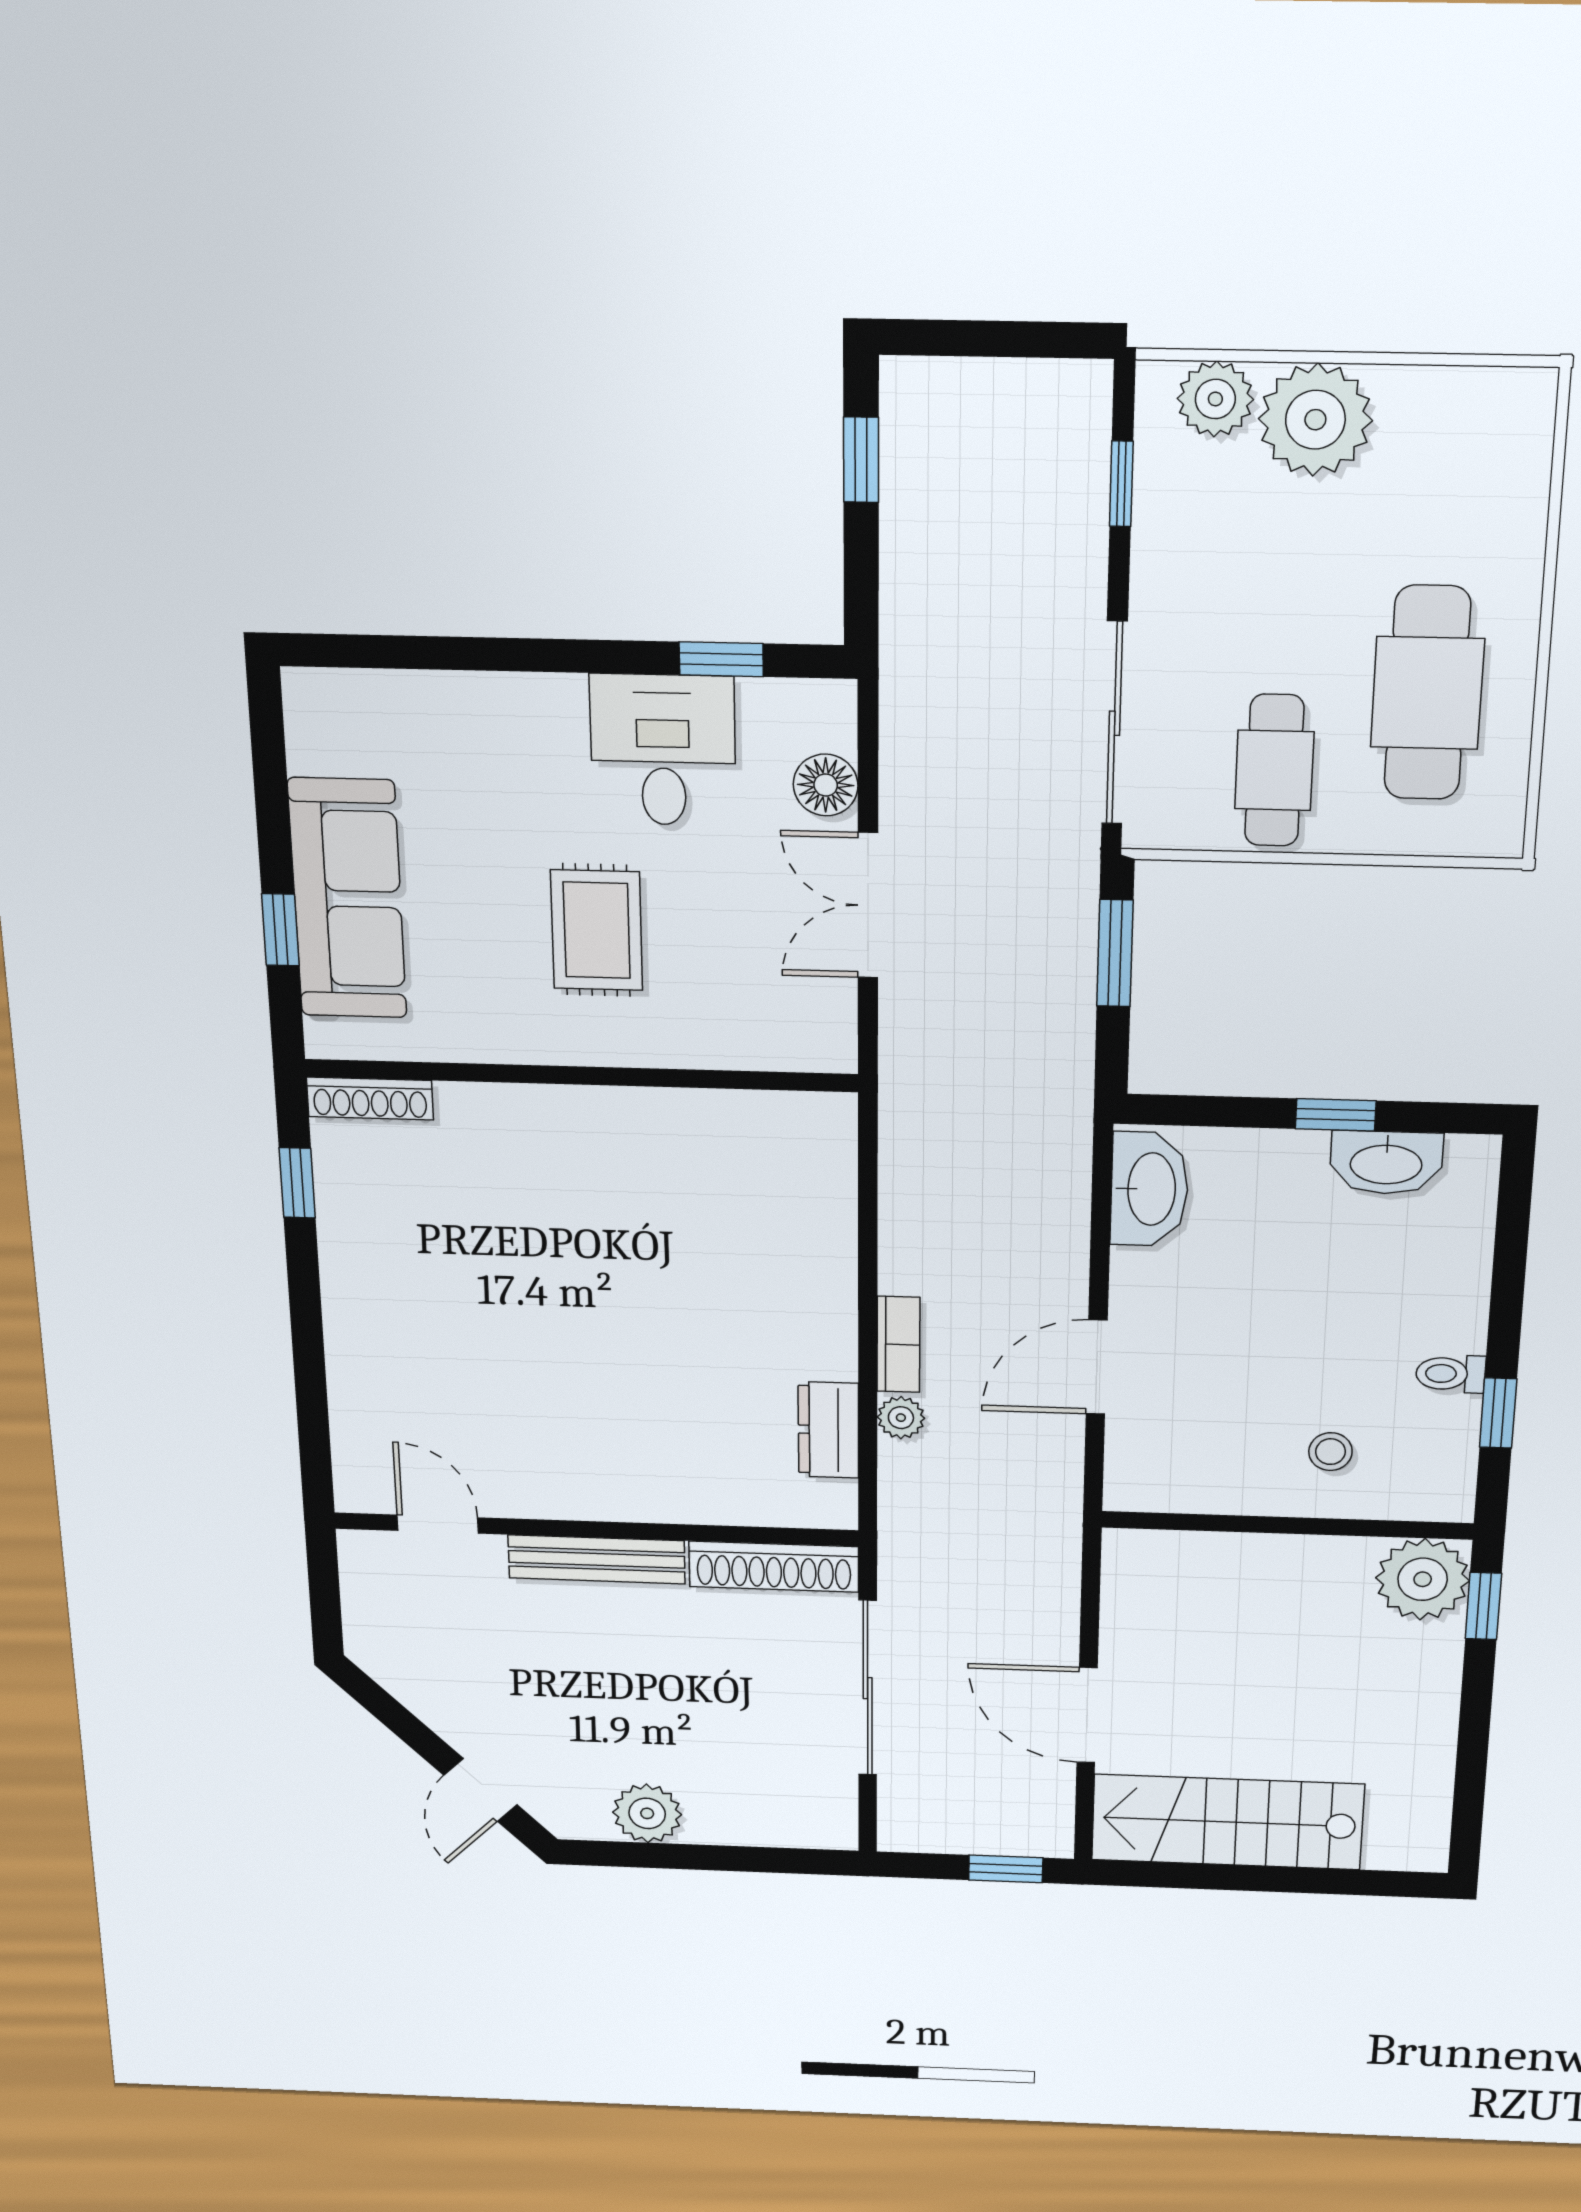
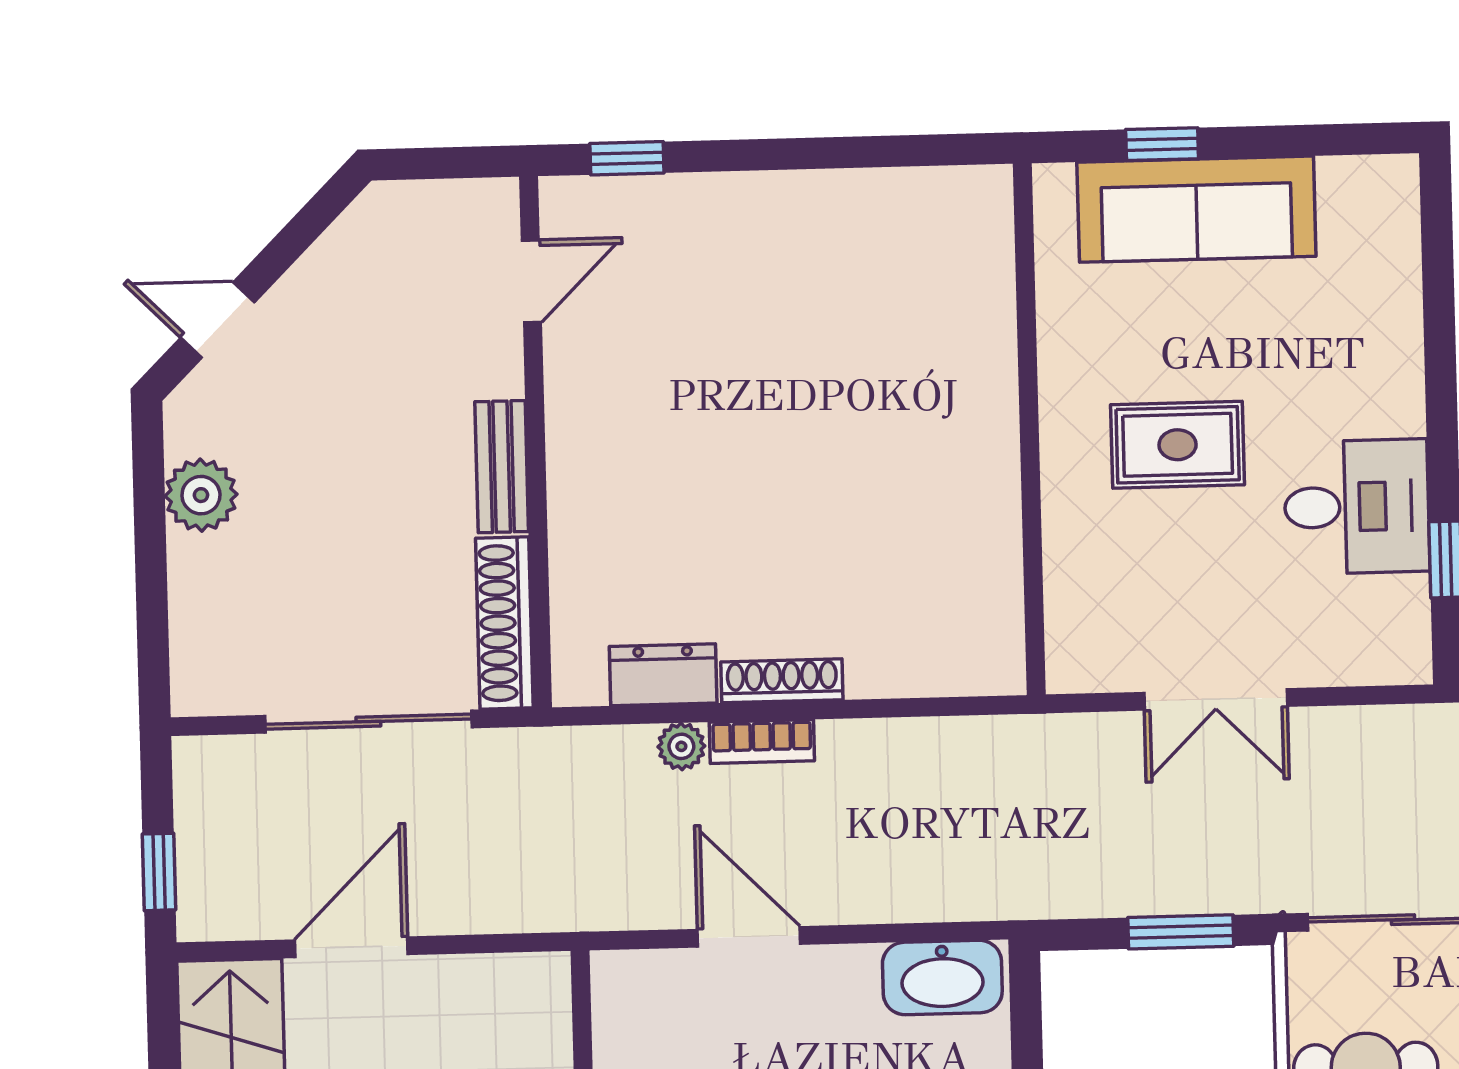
floor lamp: (826, 785) -> (1331, 657), removed
double door: (868, 905) -> (1216, 699), swing flipped
shoe rack: (370, 1099) -> (782, 681), moved, turned 90
window: (297, 1183) -> (627, 158), moved
bench: (597, 1559) -> (502, 467), width x0.73

